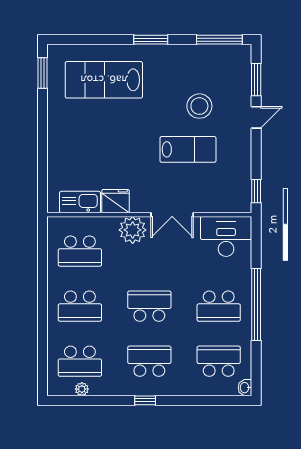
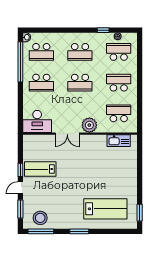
stool: (199, 106) -> (40, 218), moved
lab bench: (188, 149) -> (40, 169), moved
window: (256, 191) -> (20, 170), moved
fridge: (116, 201) -> (99, 141), removed
double door: (172, 215) -> (67, 134), swing flipped
window: (256, 305) -> (20, 62), moved
school desk: (219, 306) -> (41, 83), turned 180
window: (145, 400) -> (103, 30), moved

